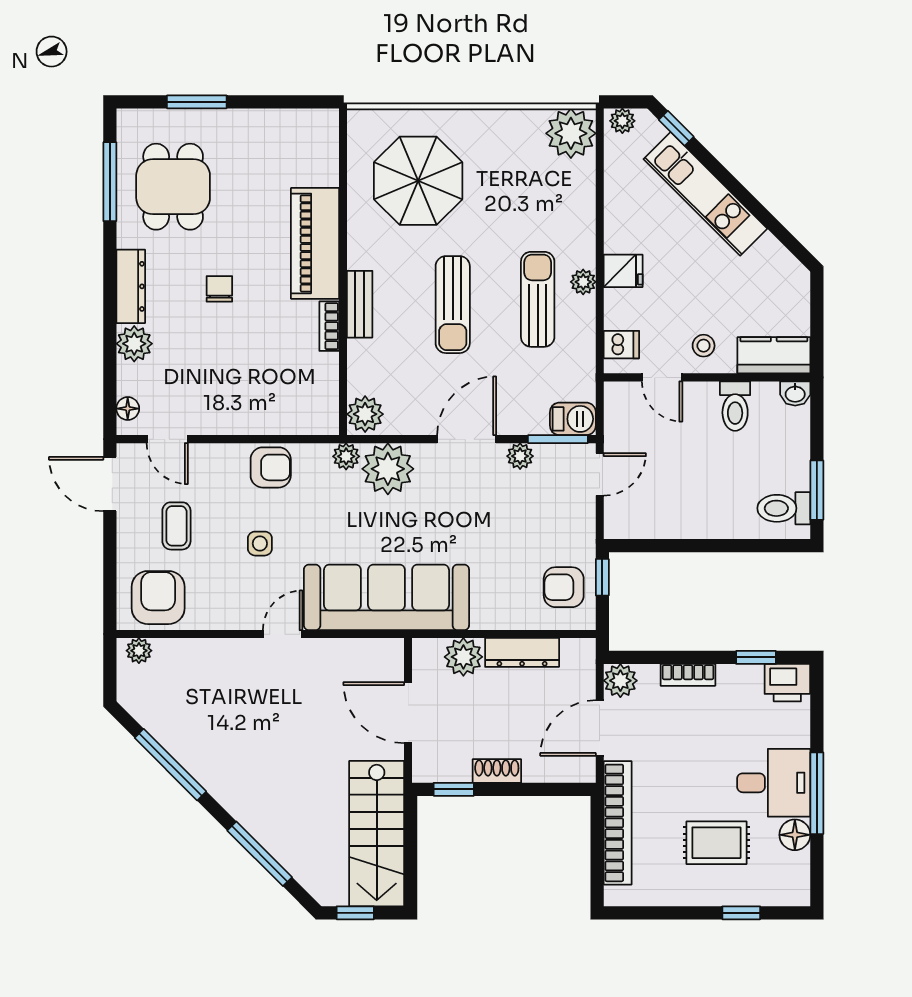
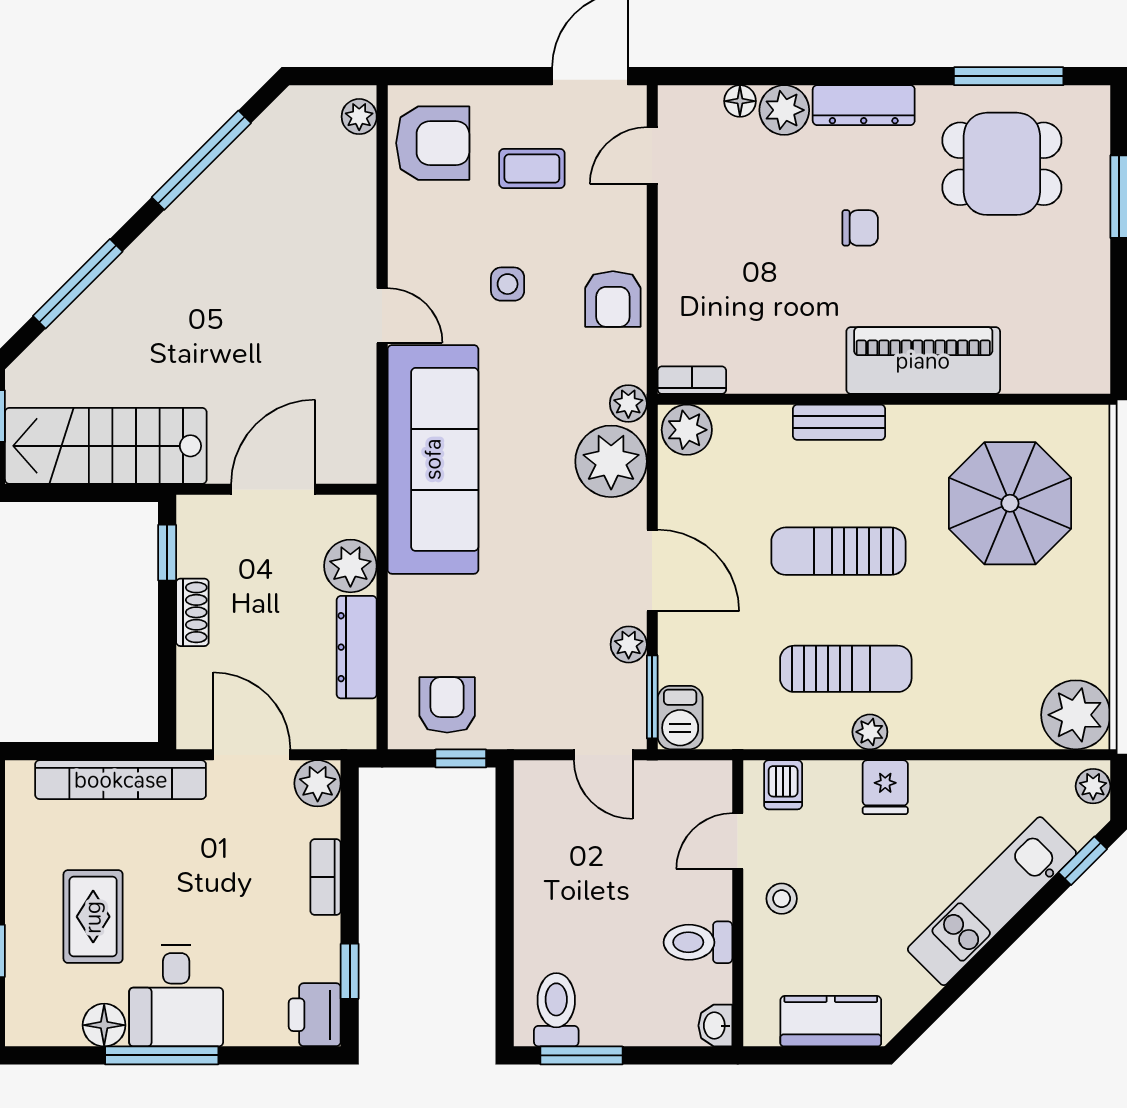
bookcase: (329, 326) -> (692, 380), moved
kitchen counter: (774, 355) -> (831, 1021), moved, turned -90
floor lamp: (128, 409) -> (740, 101), moved

